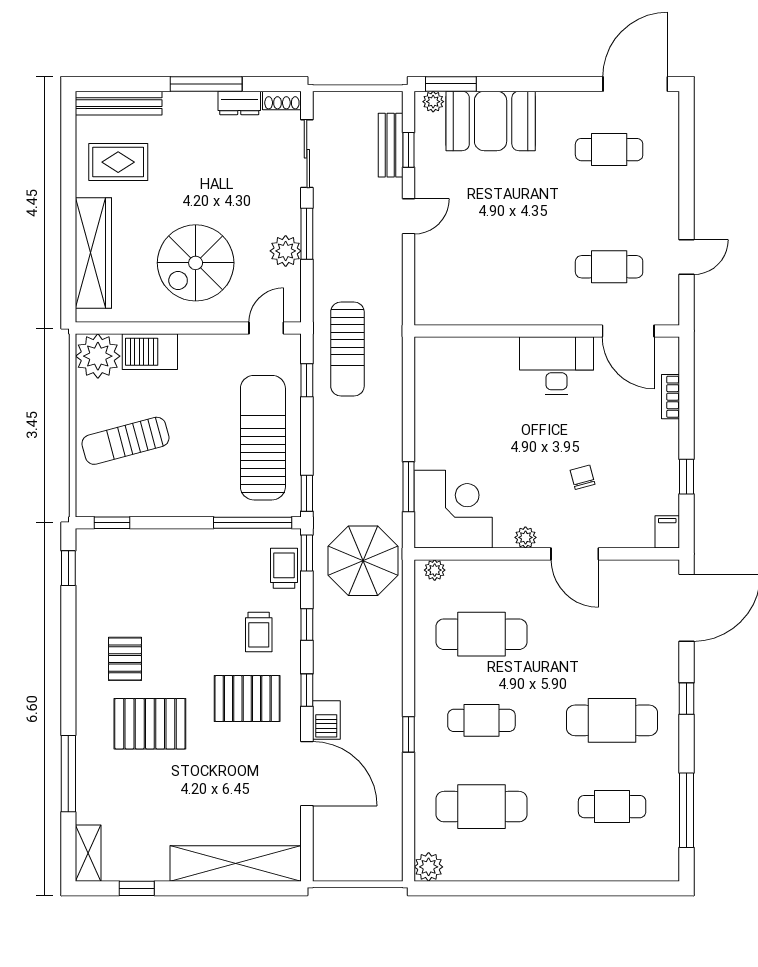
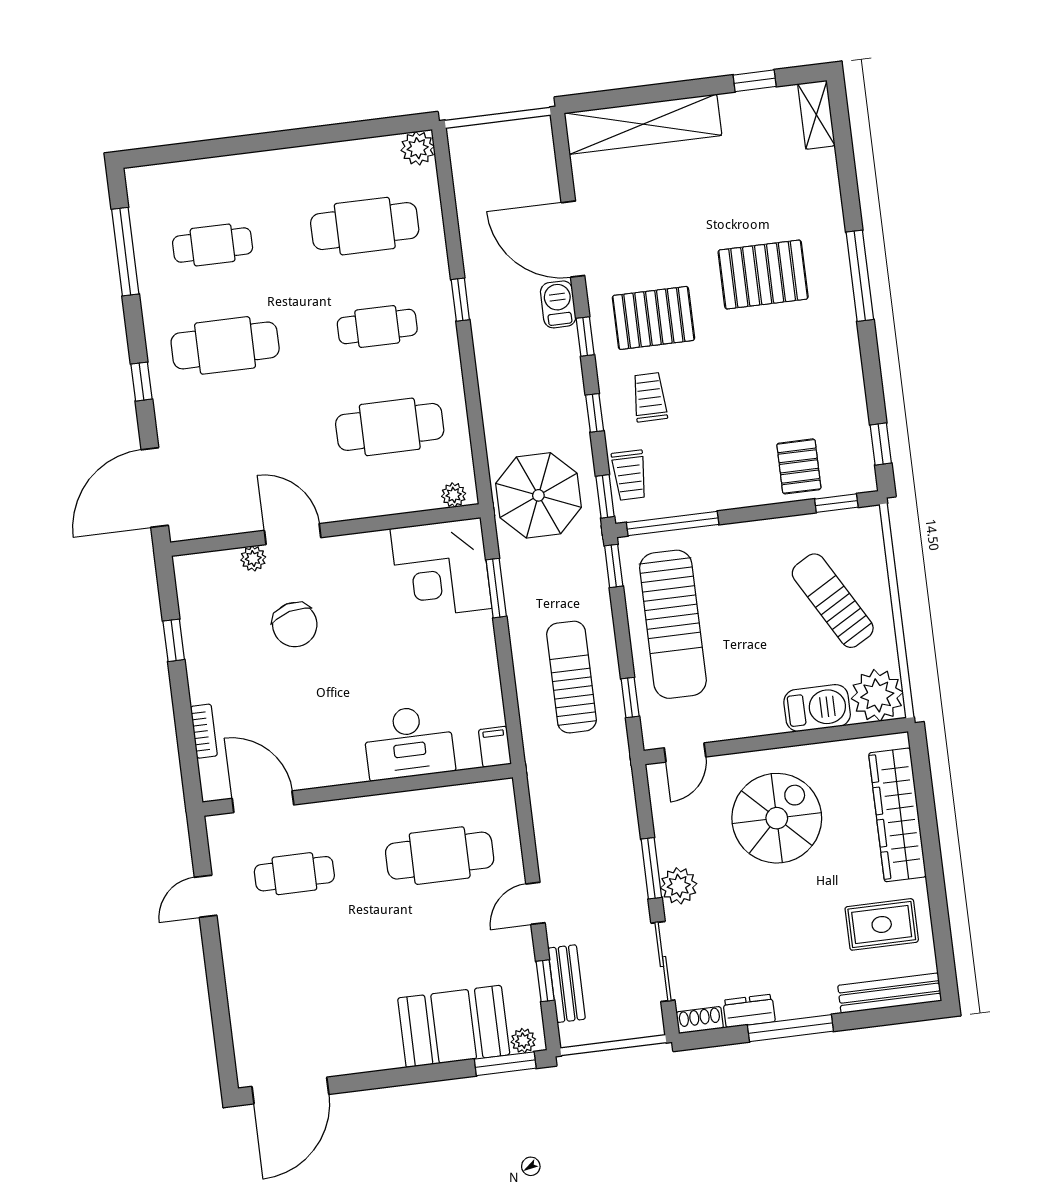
cafe table: (609, 150) -> (440, 856), moved, width x1.37, depth x1.35
plant: (286, 251) -> (679, 886), moved
sun lounger: (347, 349) -> (572, 677), moved
desk: (556, 366) -> (409, 742), moved
sun lounger: (125, 441) -> (833, 601), turned -105
chair: (583, 477) -> (295, 625), width x1.87, depth x1.87
filing cabinet: (667, 532) -> (495, 747), moved, turned 180
plant: (525, 537) -> (253, 558), moved
pallet: (125, 659) -> (799, 466), moved
window: (68, 774) -> (860, 276), moved

